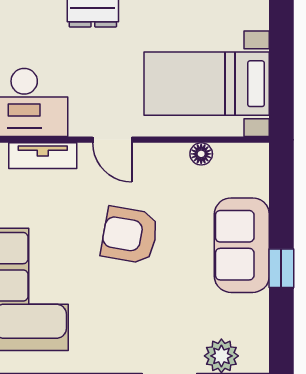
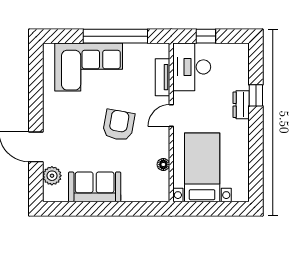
sofa: (242, 245) -> (95, 187), moved
window: (281, 268) -> (100, 209), removed

